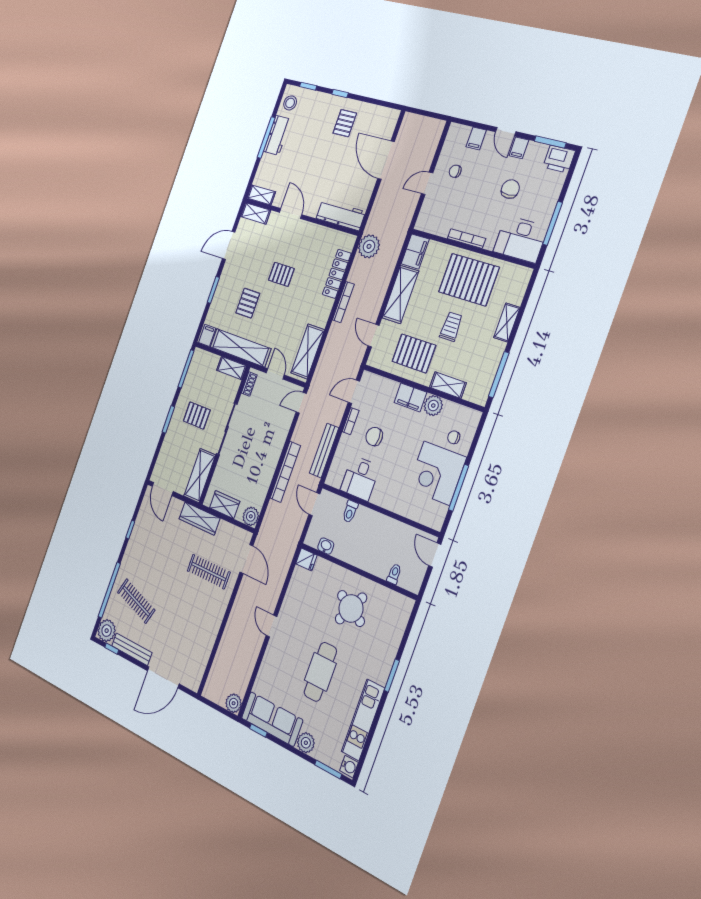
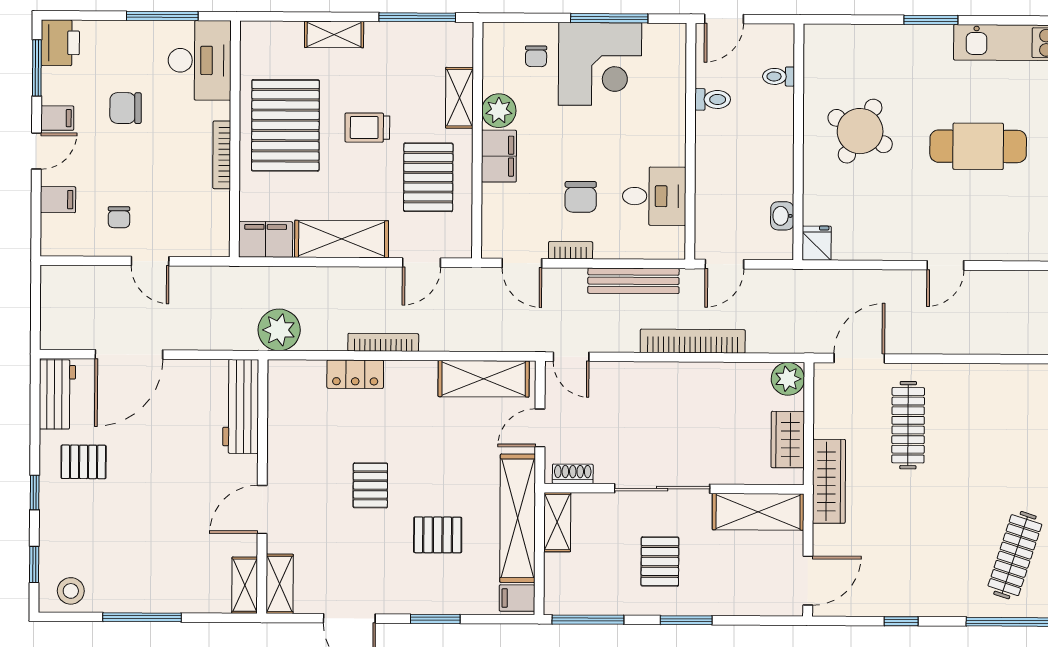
workbench: (277, 135) -> (57, 394), moved, turned 90
locker: (337, 274) -> (355, 374), width x0.66
toilet: (350, 511) -> (713, 99), moved

